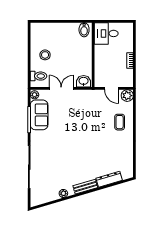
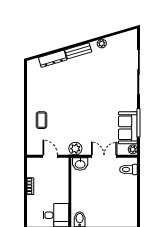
stool: (45, 55) -> (121, 192), removed
double door: (61, 88) -> (104, 156), swing flipped
plant: (127, 96) -> (75, 149), moved

